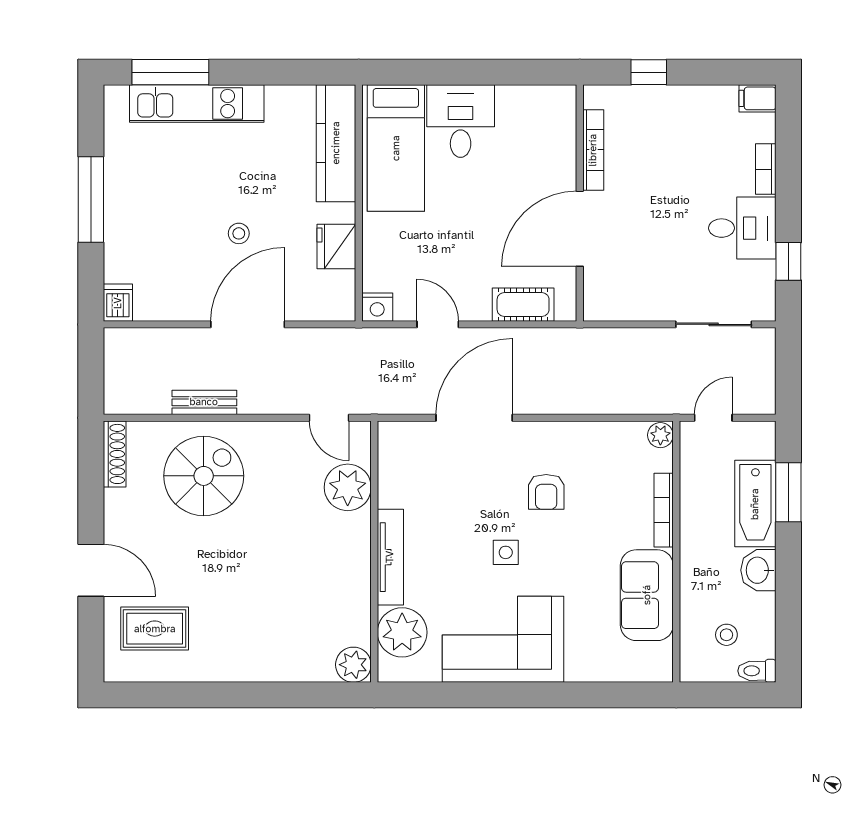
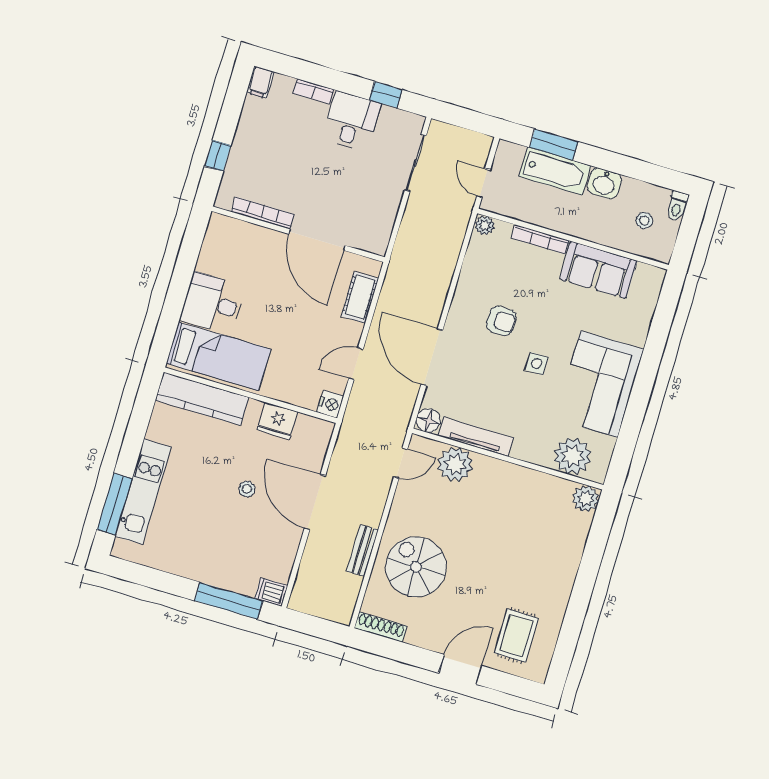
window: (91, 200) -> (229, 601), moved
floor lamp: (393, 437) -> (428, 421), added
tv unit: (390, 557) -> (476, 437), moved

